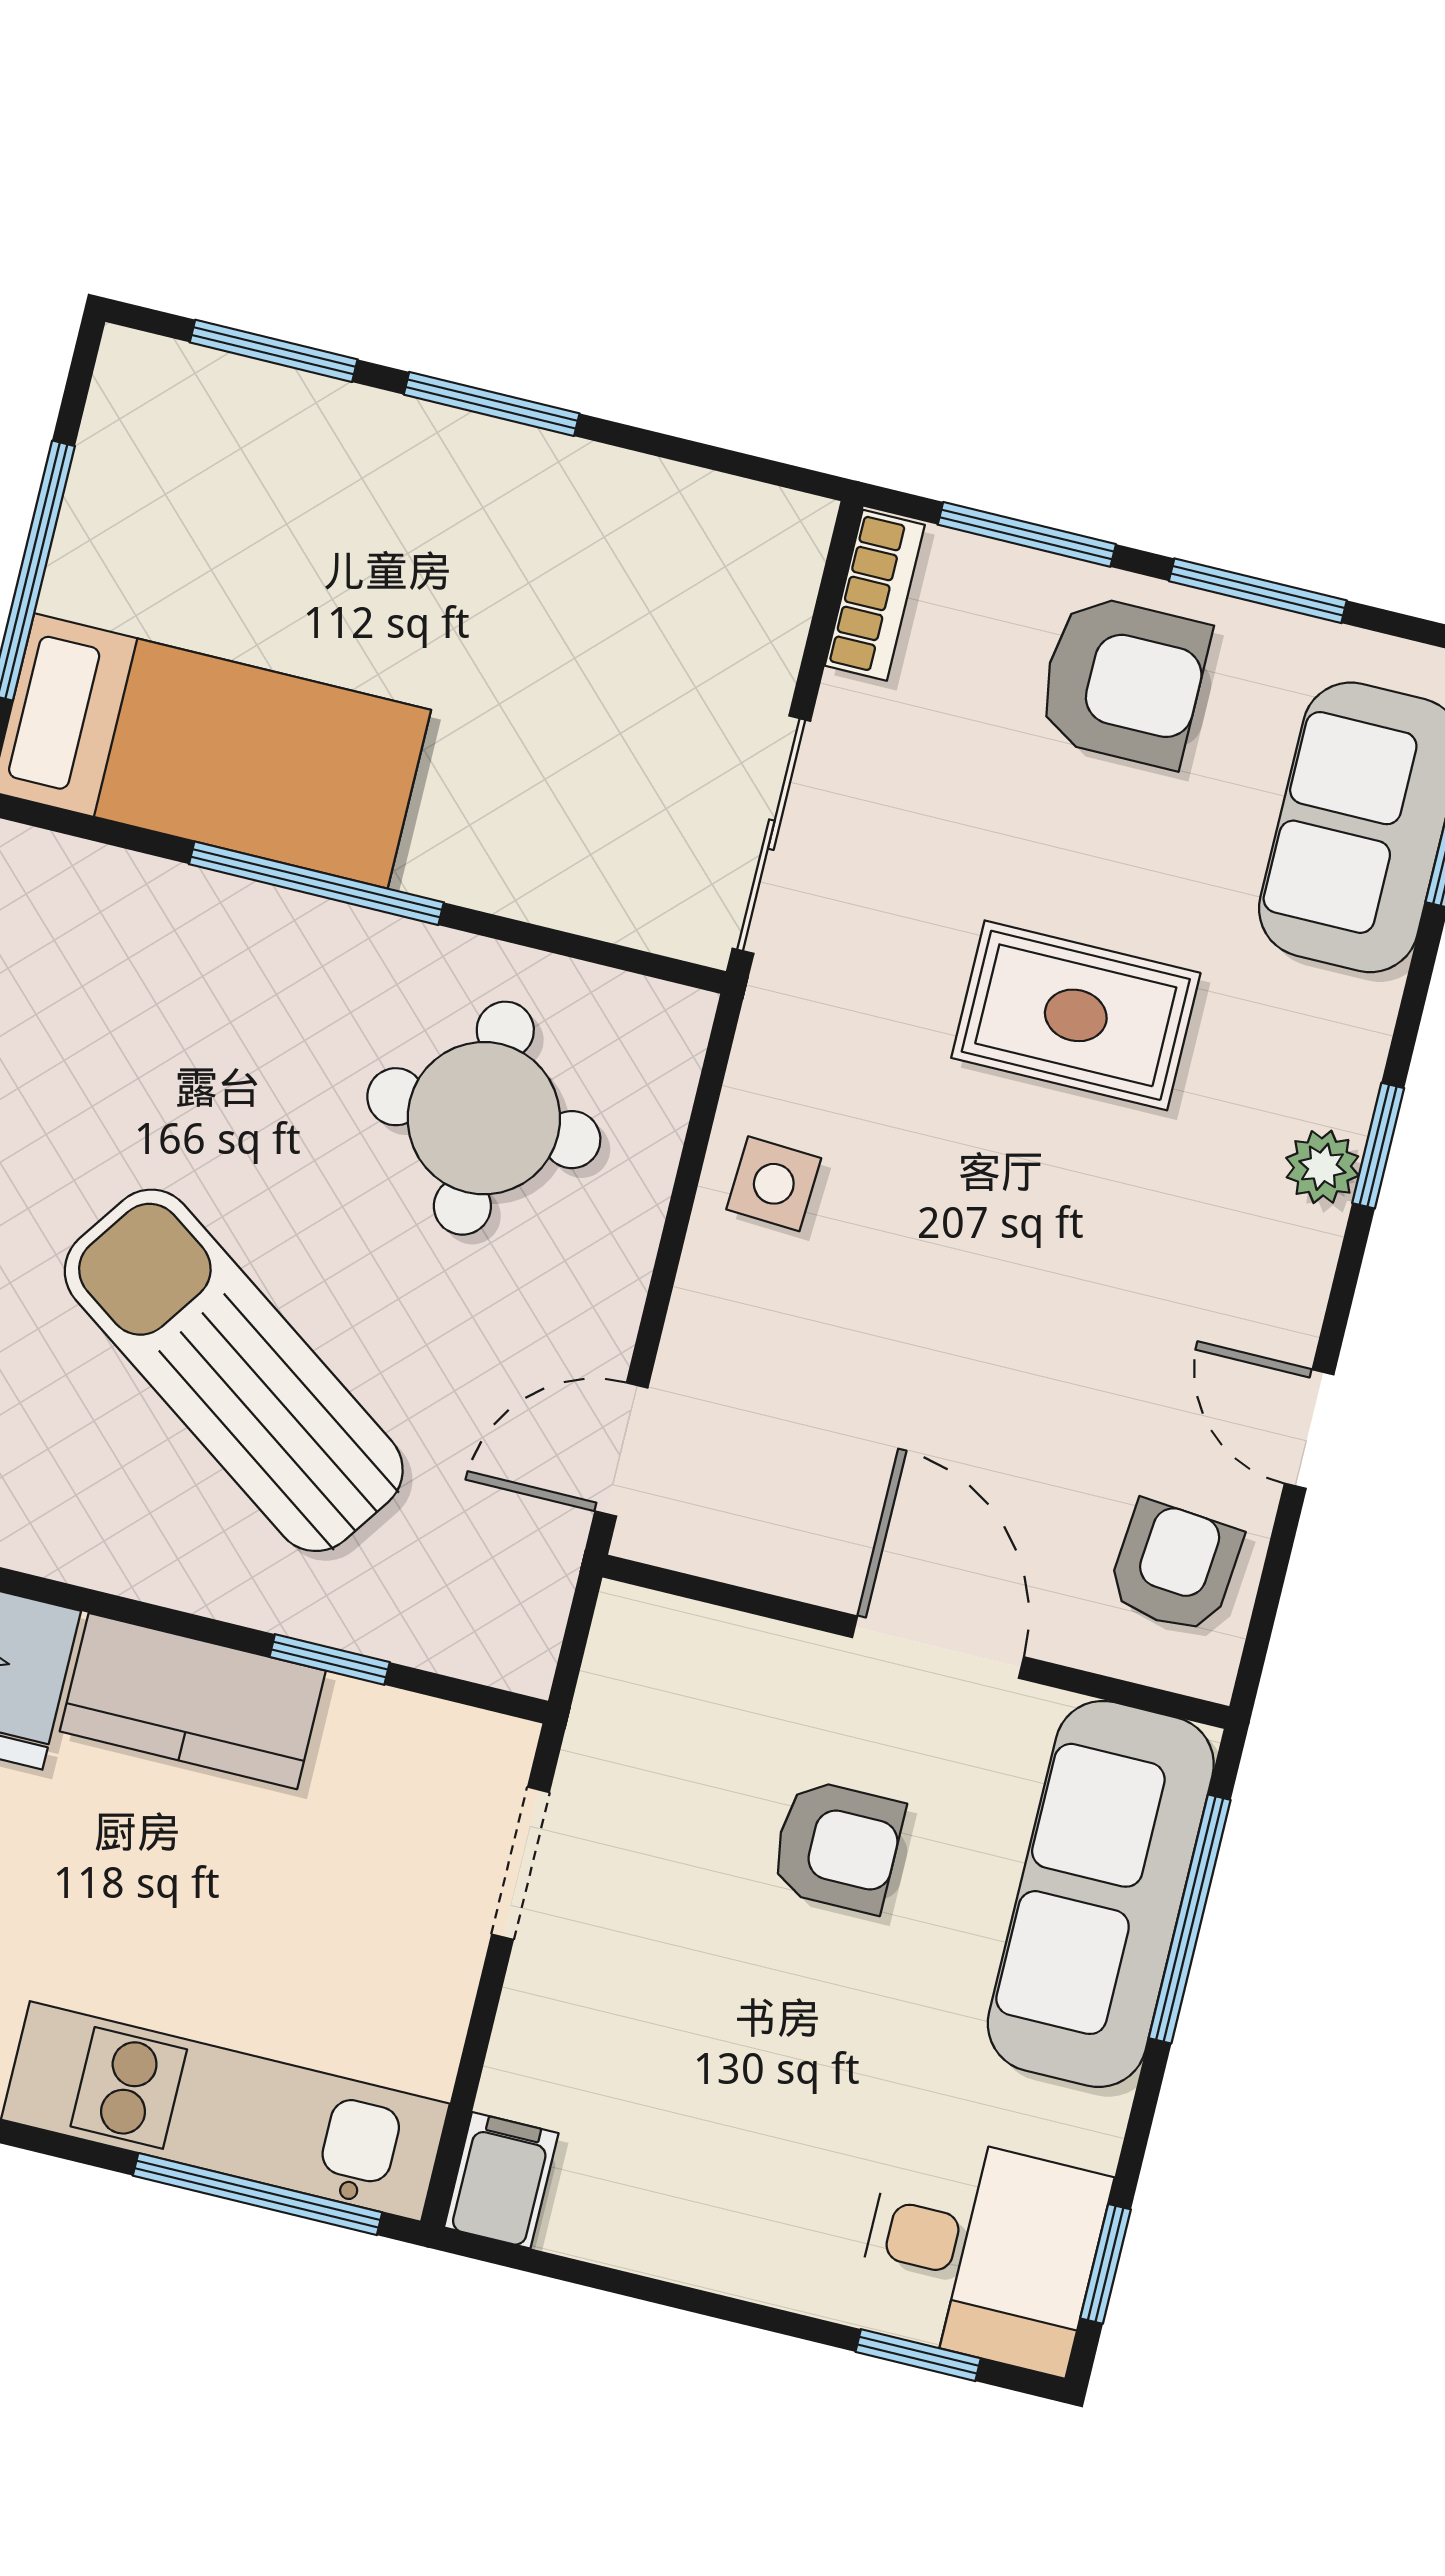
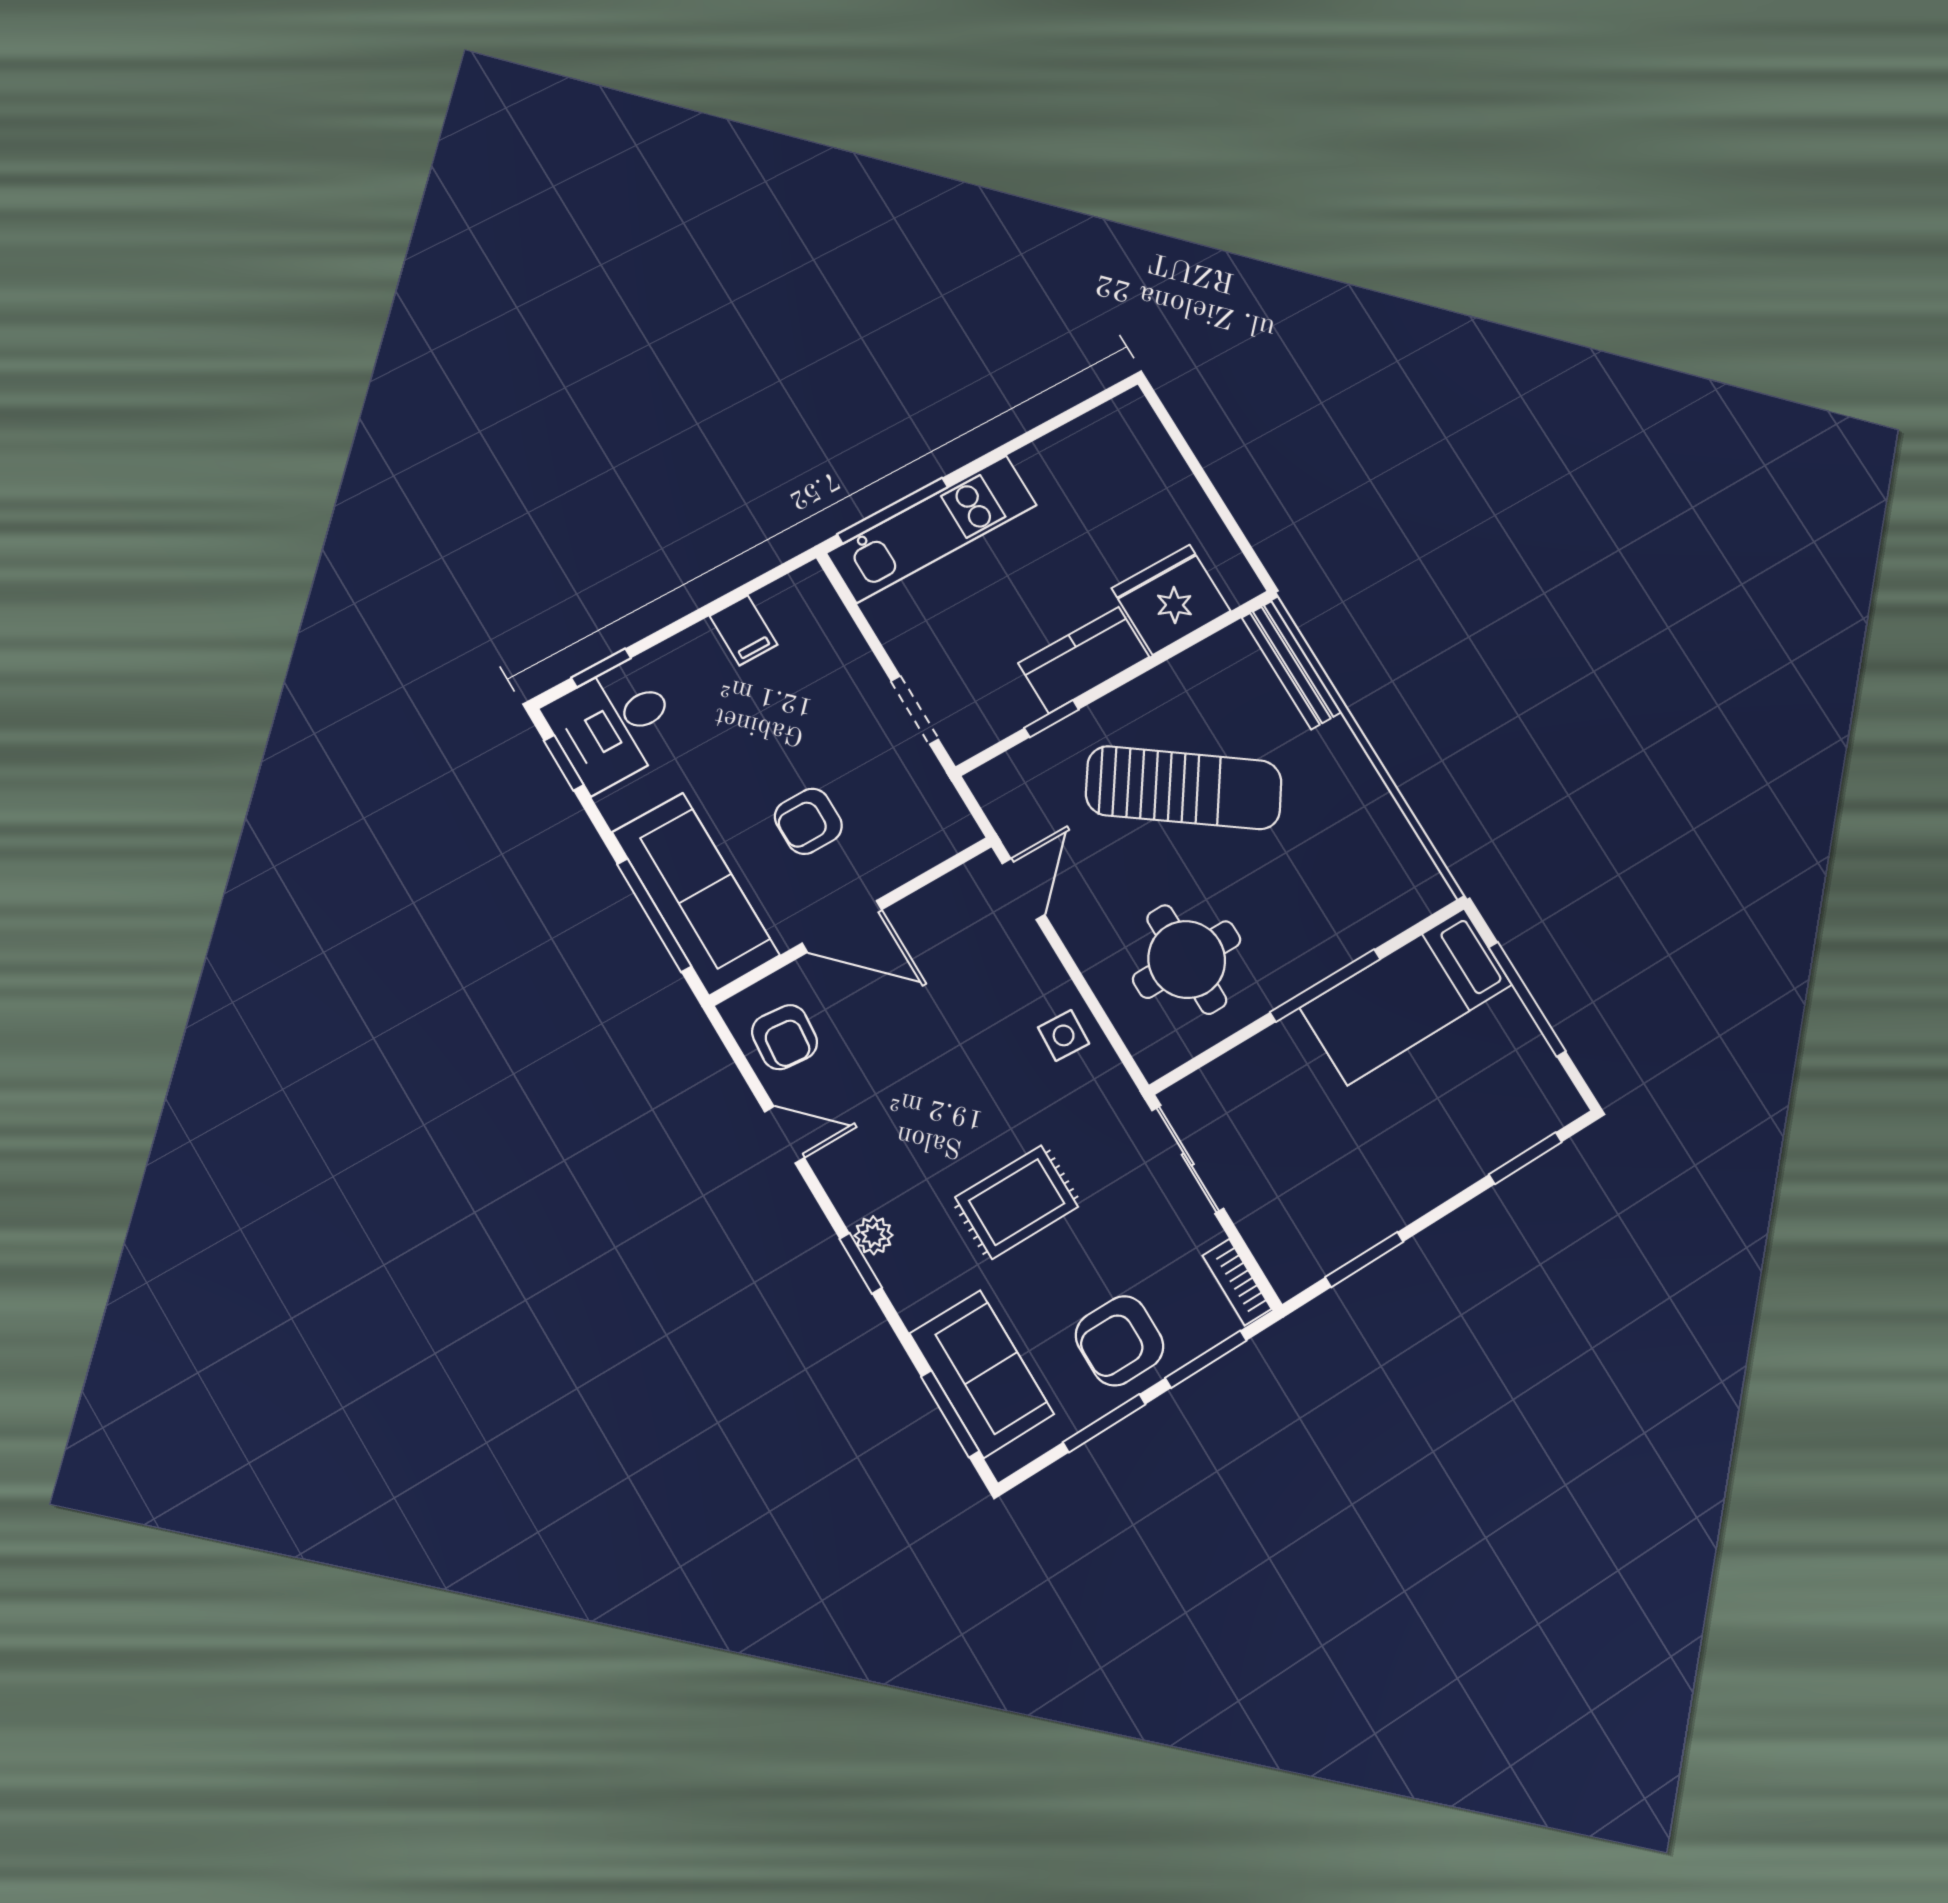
window: (492, 404) -> (1364, 1259), moved
filing cabinet: (501, 2180) -> (744, 630), moved

